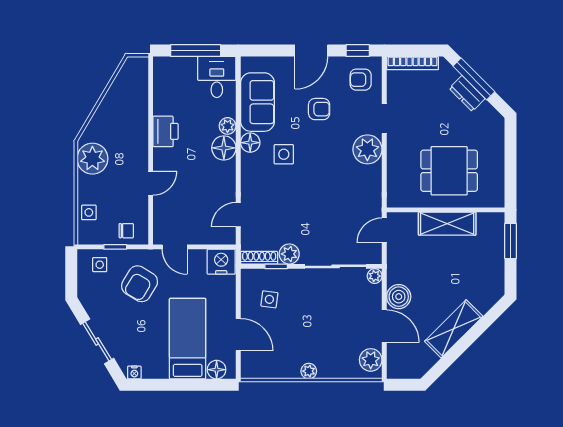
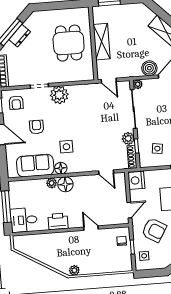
desk: (217, 77) -> (24, 220), moved
plant: (92, 159) -> (74, 270), width x0.53, depth x0.53
side table: (89, 212) -> (112, 265), removed

